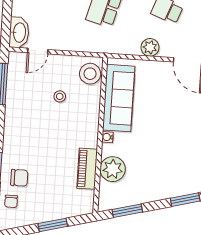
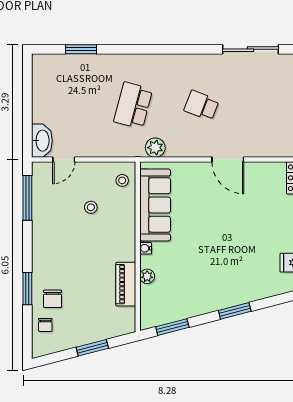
plant: (150, 47) -> (155, 148), moved
stool: (90, 74) -> (122, 180), width x0.53, depth x0.53
plant: (113, 169) -> (147, 276), width x0.53, depth x0.53
chair: (19, 178) -> (53, 299), turned 90

